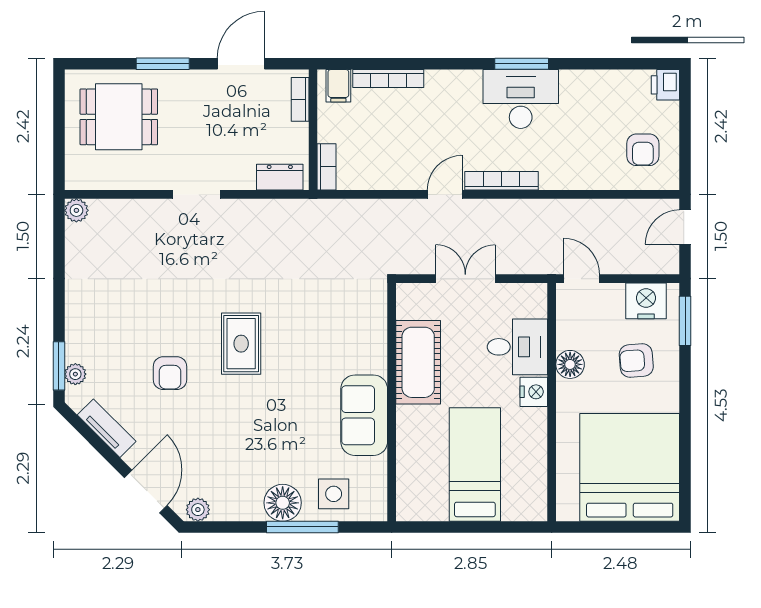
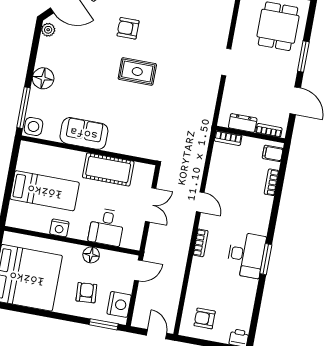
bookcase: (388, 78) -> (271, 182), width x0.64
dresser: (280, 177) -> (243, 123), moved, turned -90
bookcase: (501, 181) -> (201, 243), width x0.64
nightstand: (534, 392) -> (59, 228), moved
side table: (334, 494) -> (33, 126), moved
window: (302, 527) -> (24, 108), moved

